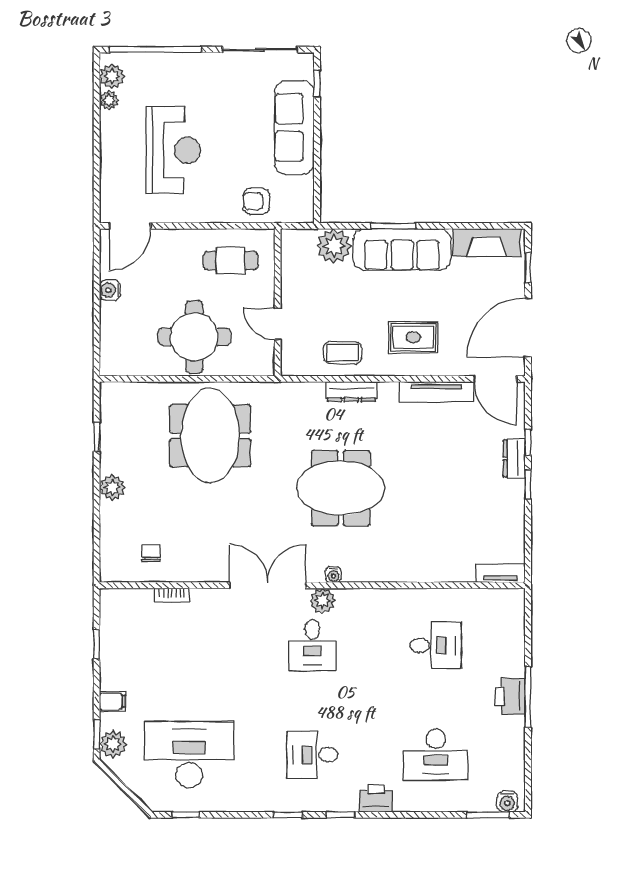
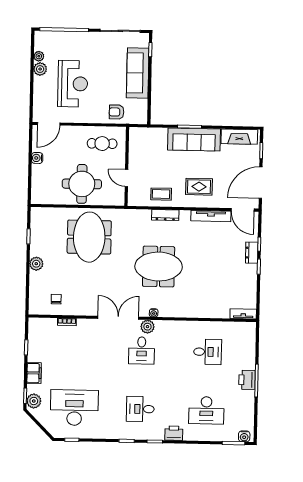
plant: (112, 76) -> (40, 69), moved
plant: (334, 246) -> (158, 137), removed
filing cabinet: (112, 701) -> (34, 373), width x2.00

